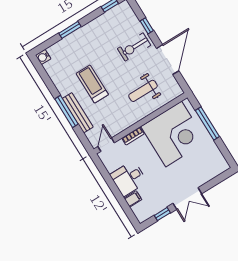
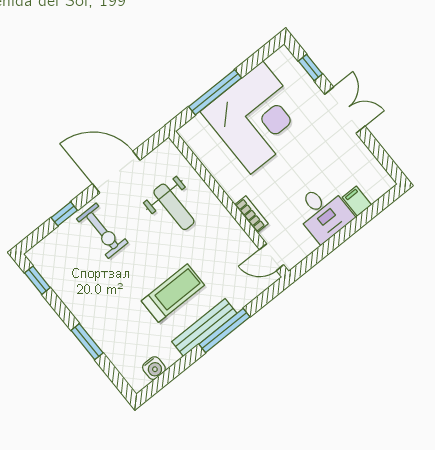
water cooler: (43, 57) -> (154, 368), moved
treadmill: (92, 84) -> (173, 293), turned 180
bench: (78, 113) -> (204, 327), moved
corner desk: (174, 134) -> (257, 118), moved, turned 90
window: (162, 214) -> (310, 67), moved

